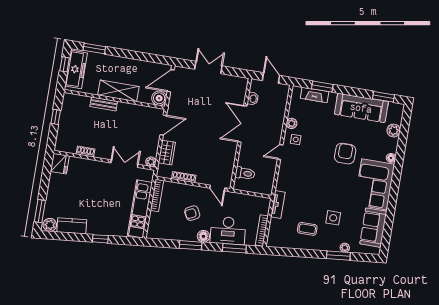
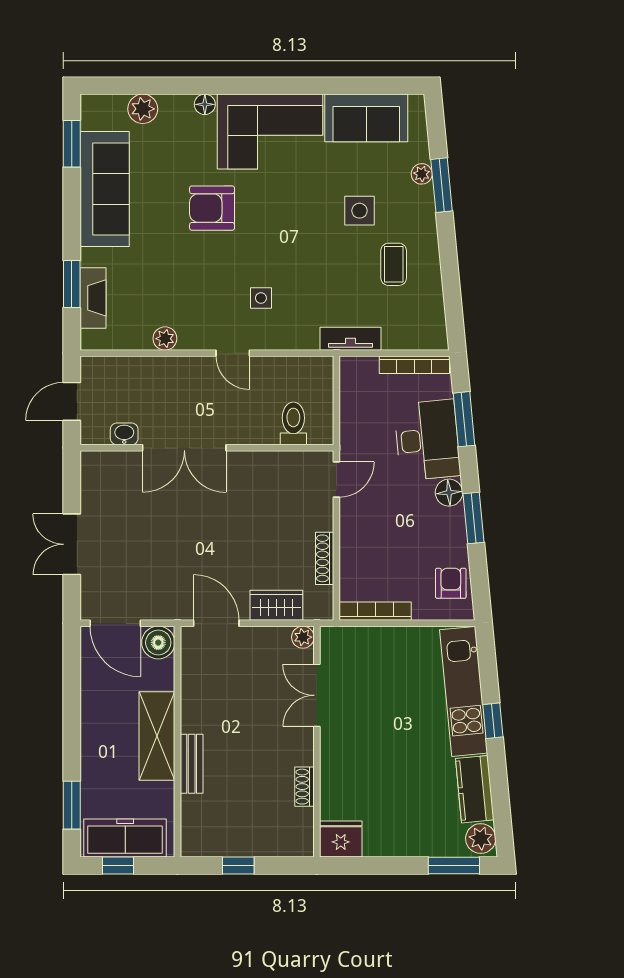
side table: (296, 140) -> (261, 298), moved
kitchen unit: (140, 209) -> (464, 691), moved, turned 85
armchair: (192, 213) -> (451, 583), moved, turned -153

